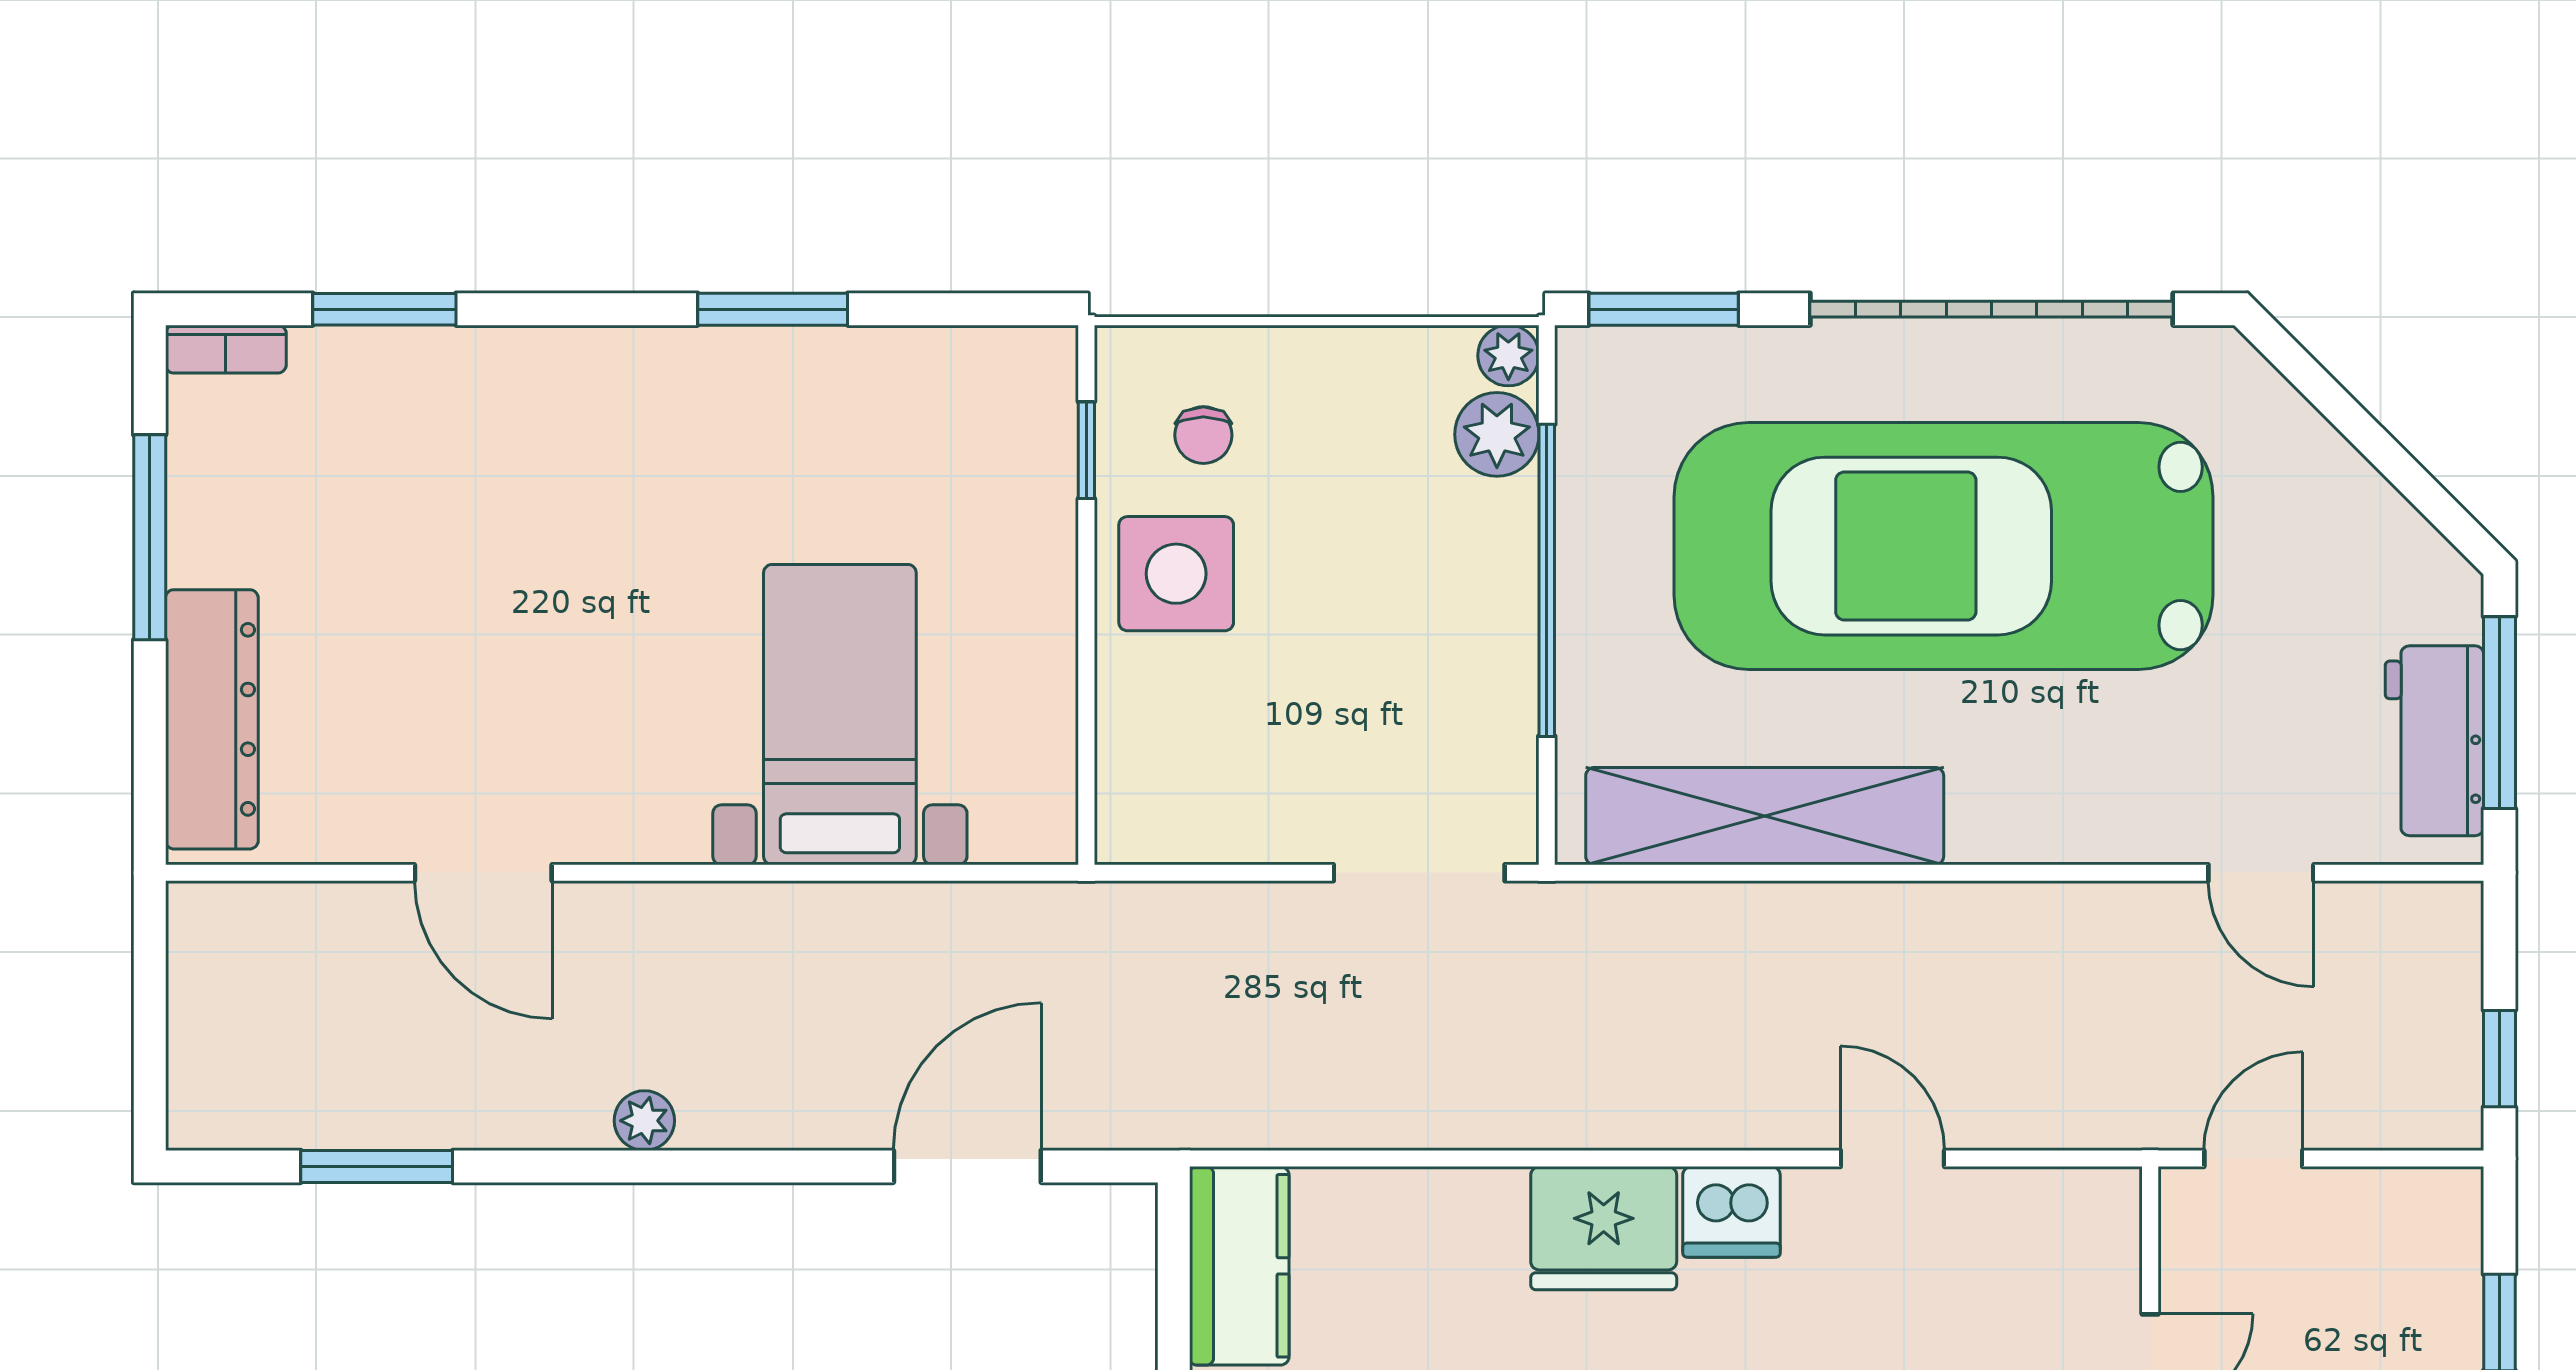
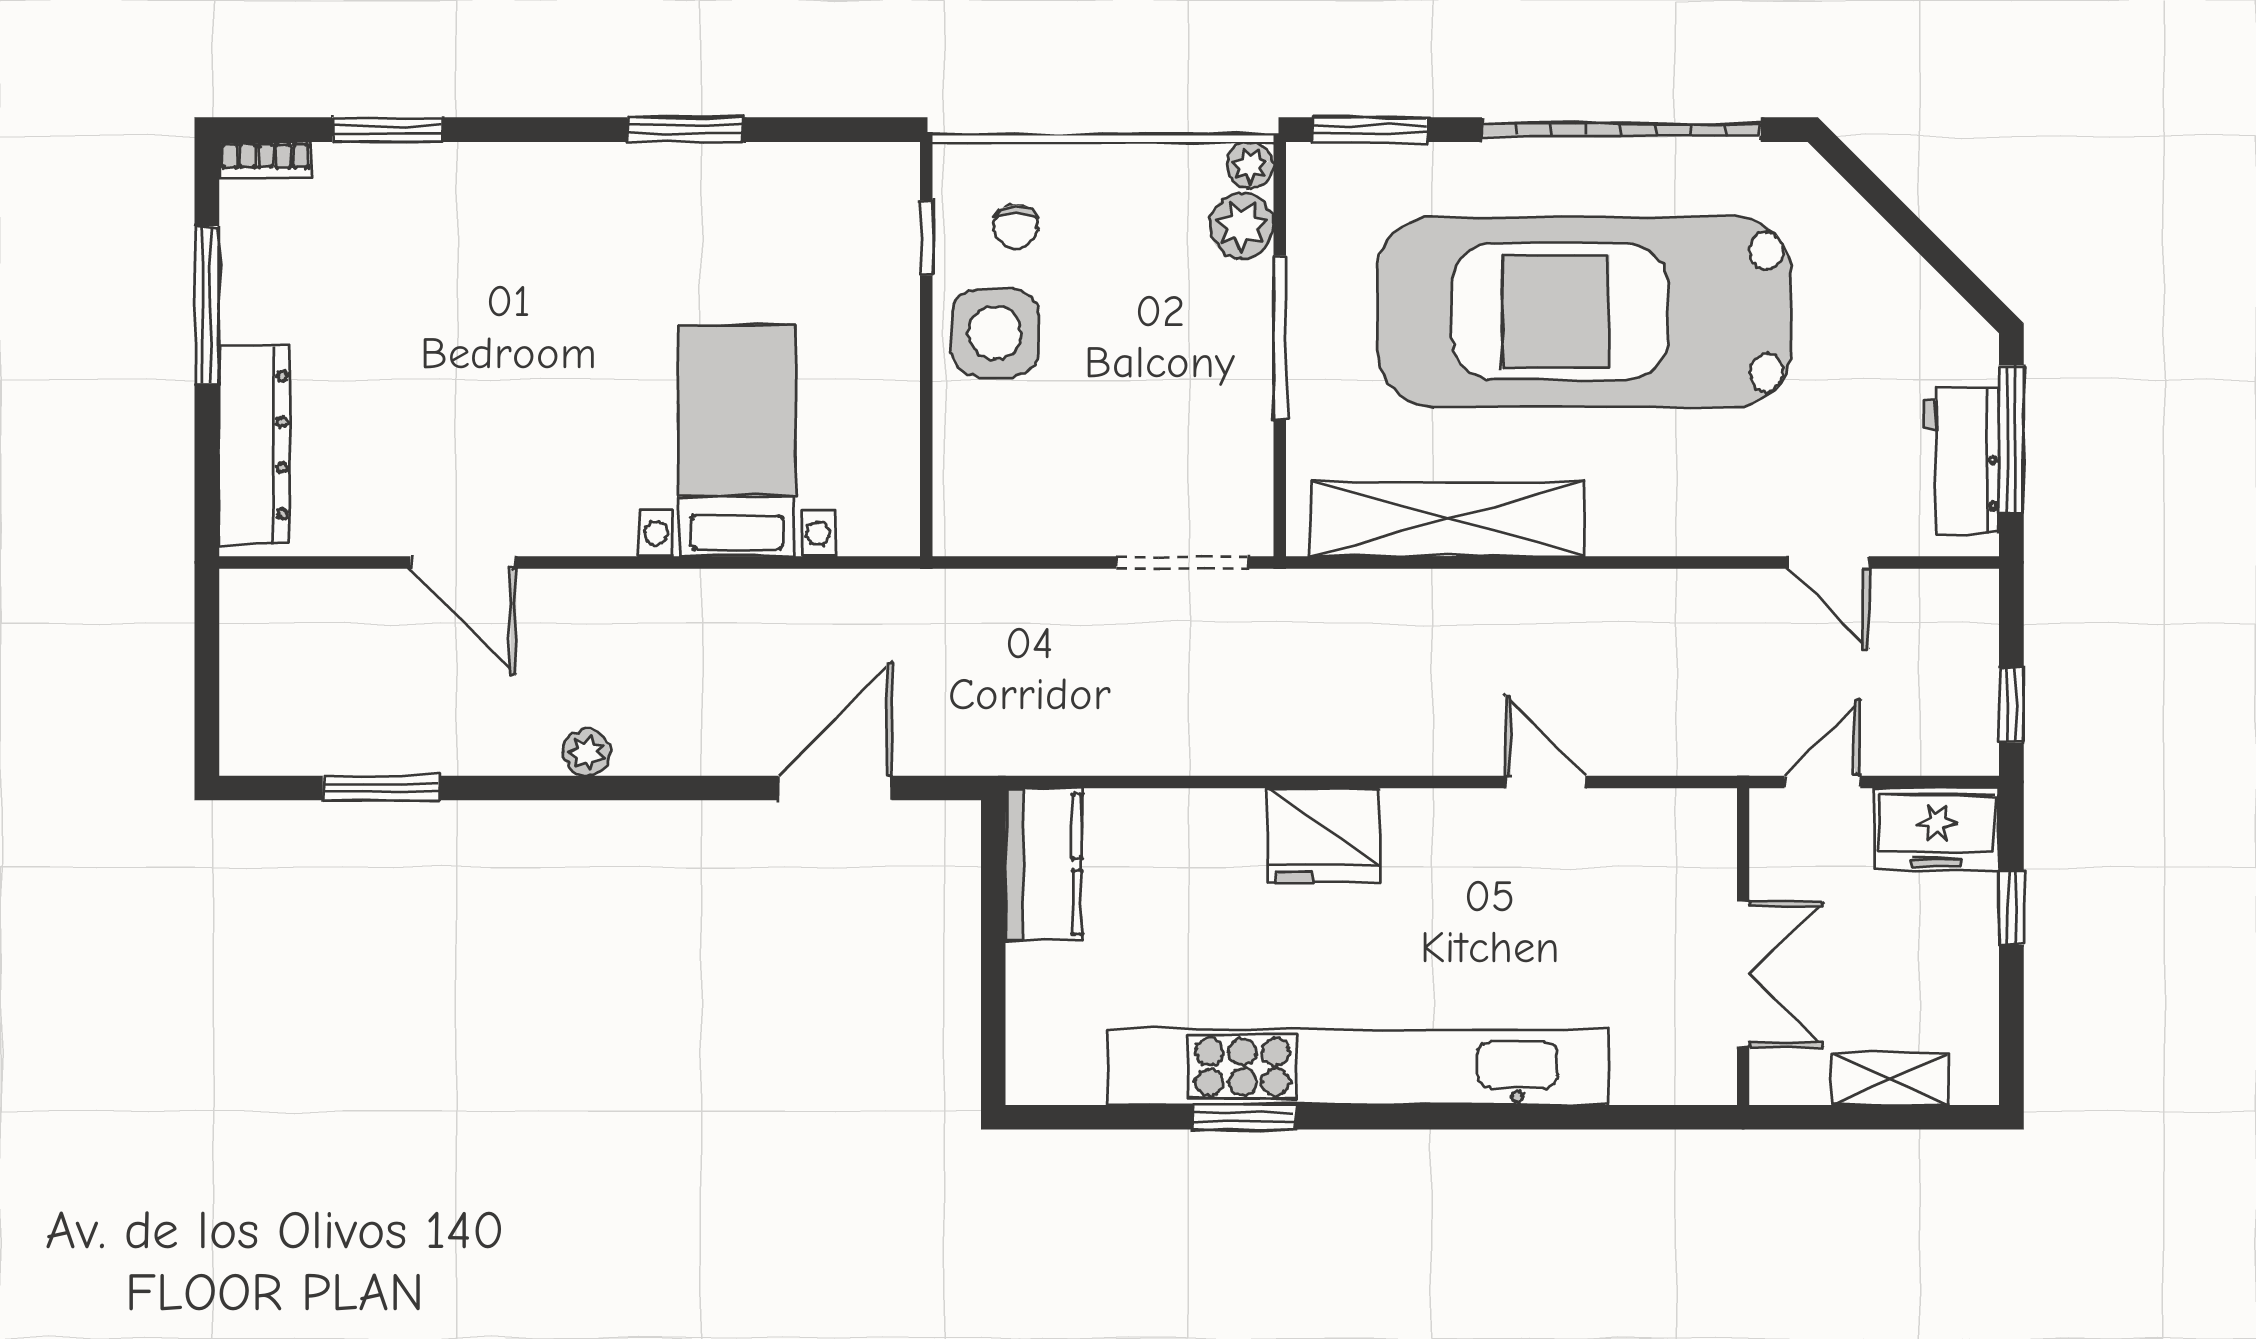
window: (1547, 580) -> (1280, 338), width x0.68
dishwasher: (1731, 1212) -> (1422, 823), removed
freezer: (2402, 1219) -> (1937, 829), added

